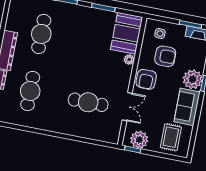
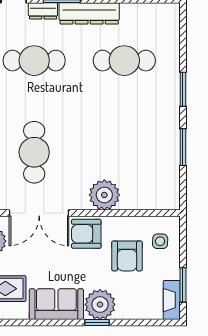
booth: (127, 33) -> (151, 190), removed
plant: (129, 59) -> (104, 195), width x1.88, depth x1.88
double door: (127, 107) -> (39, 213), width x1.37

